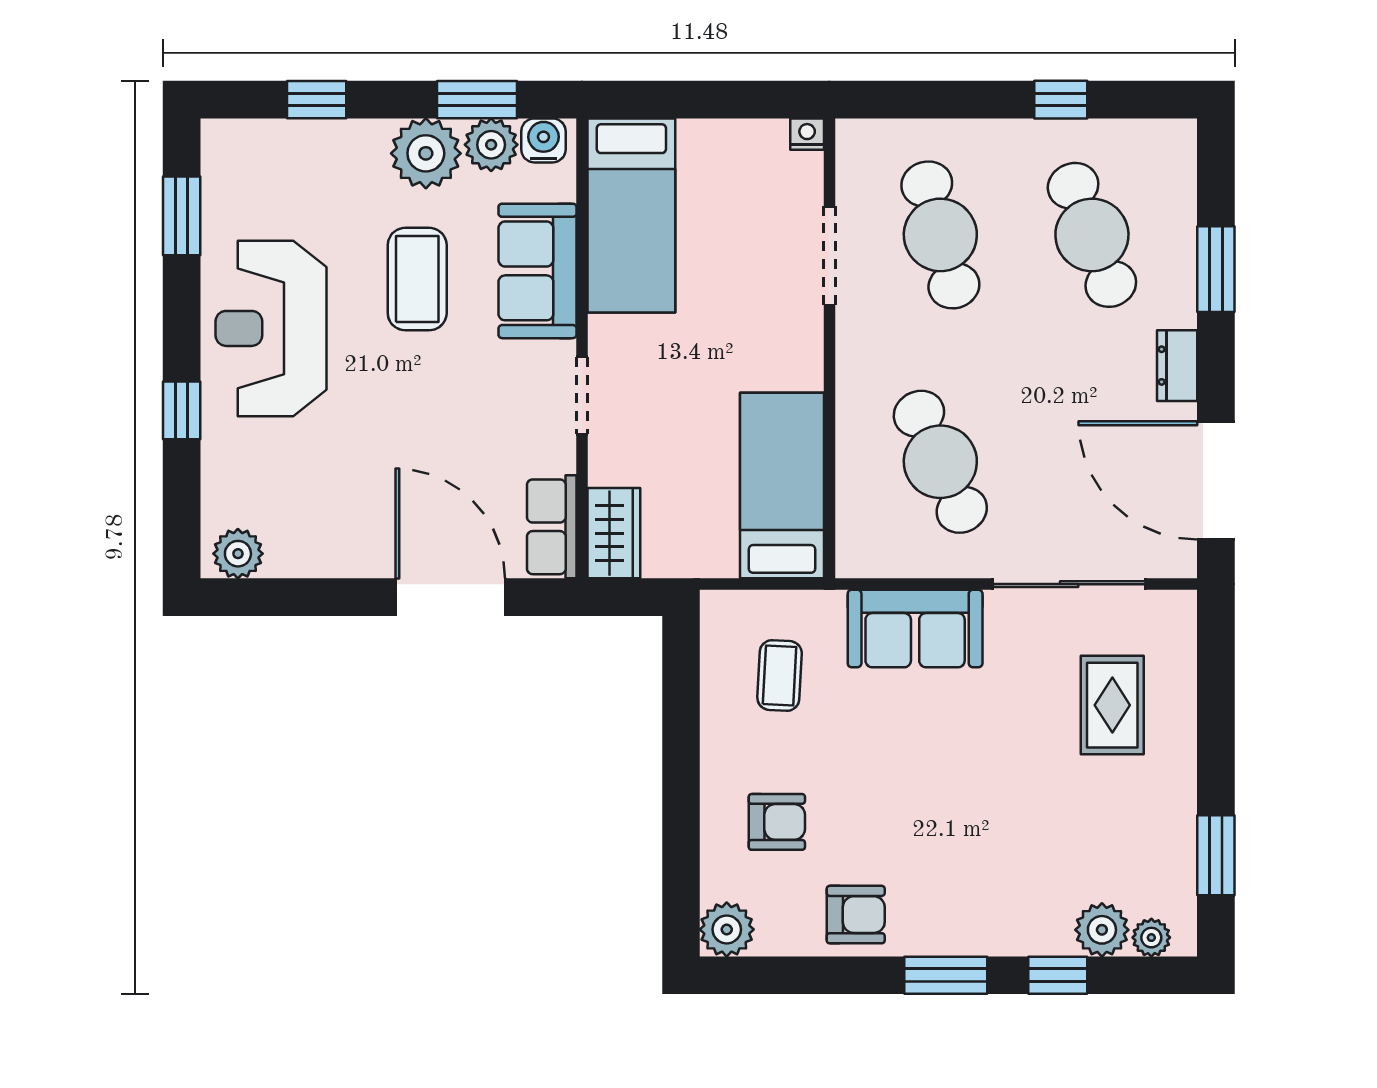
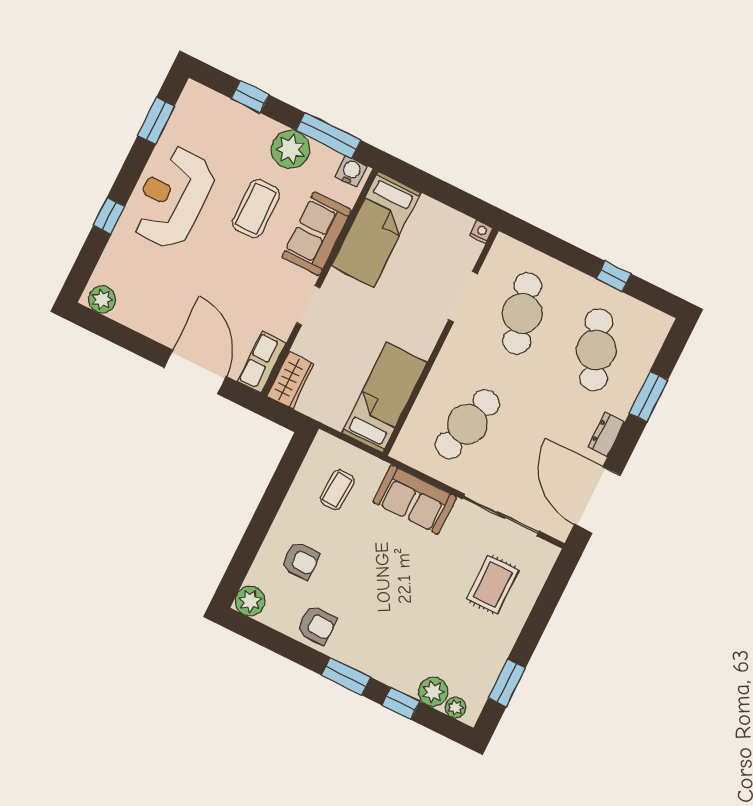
window: (477, 100) -> (328, 135), width x1.44
plant: (491, 145) -> (324, 161), removed
cafe table: (940, 462) -> (467, 424), turned 39

